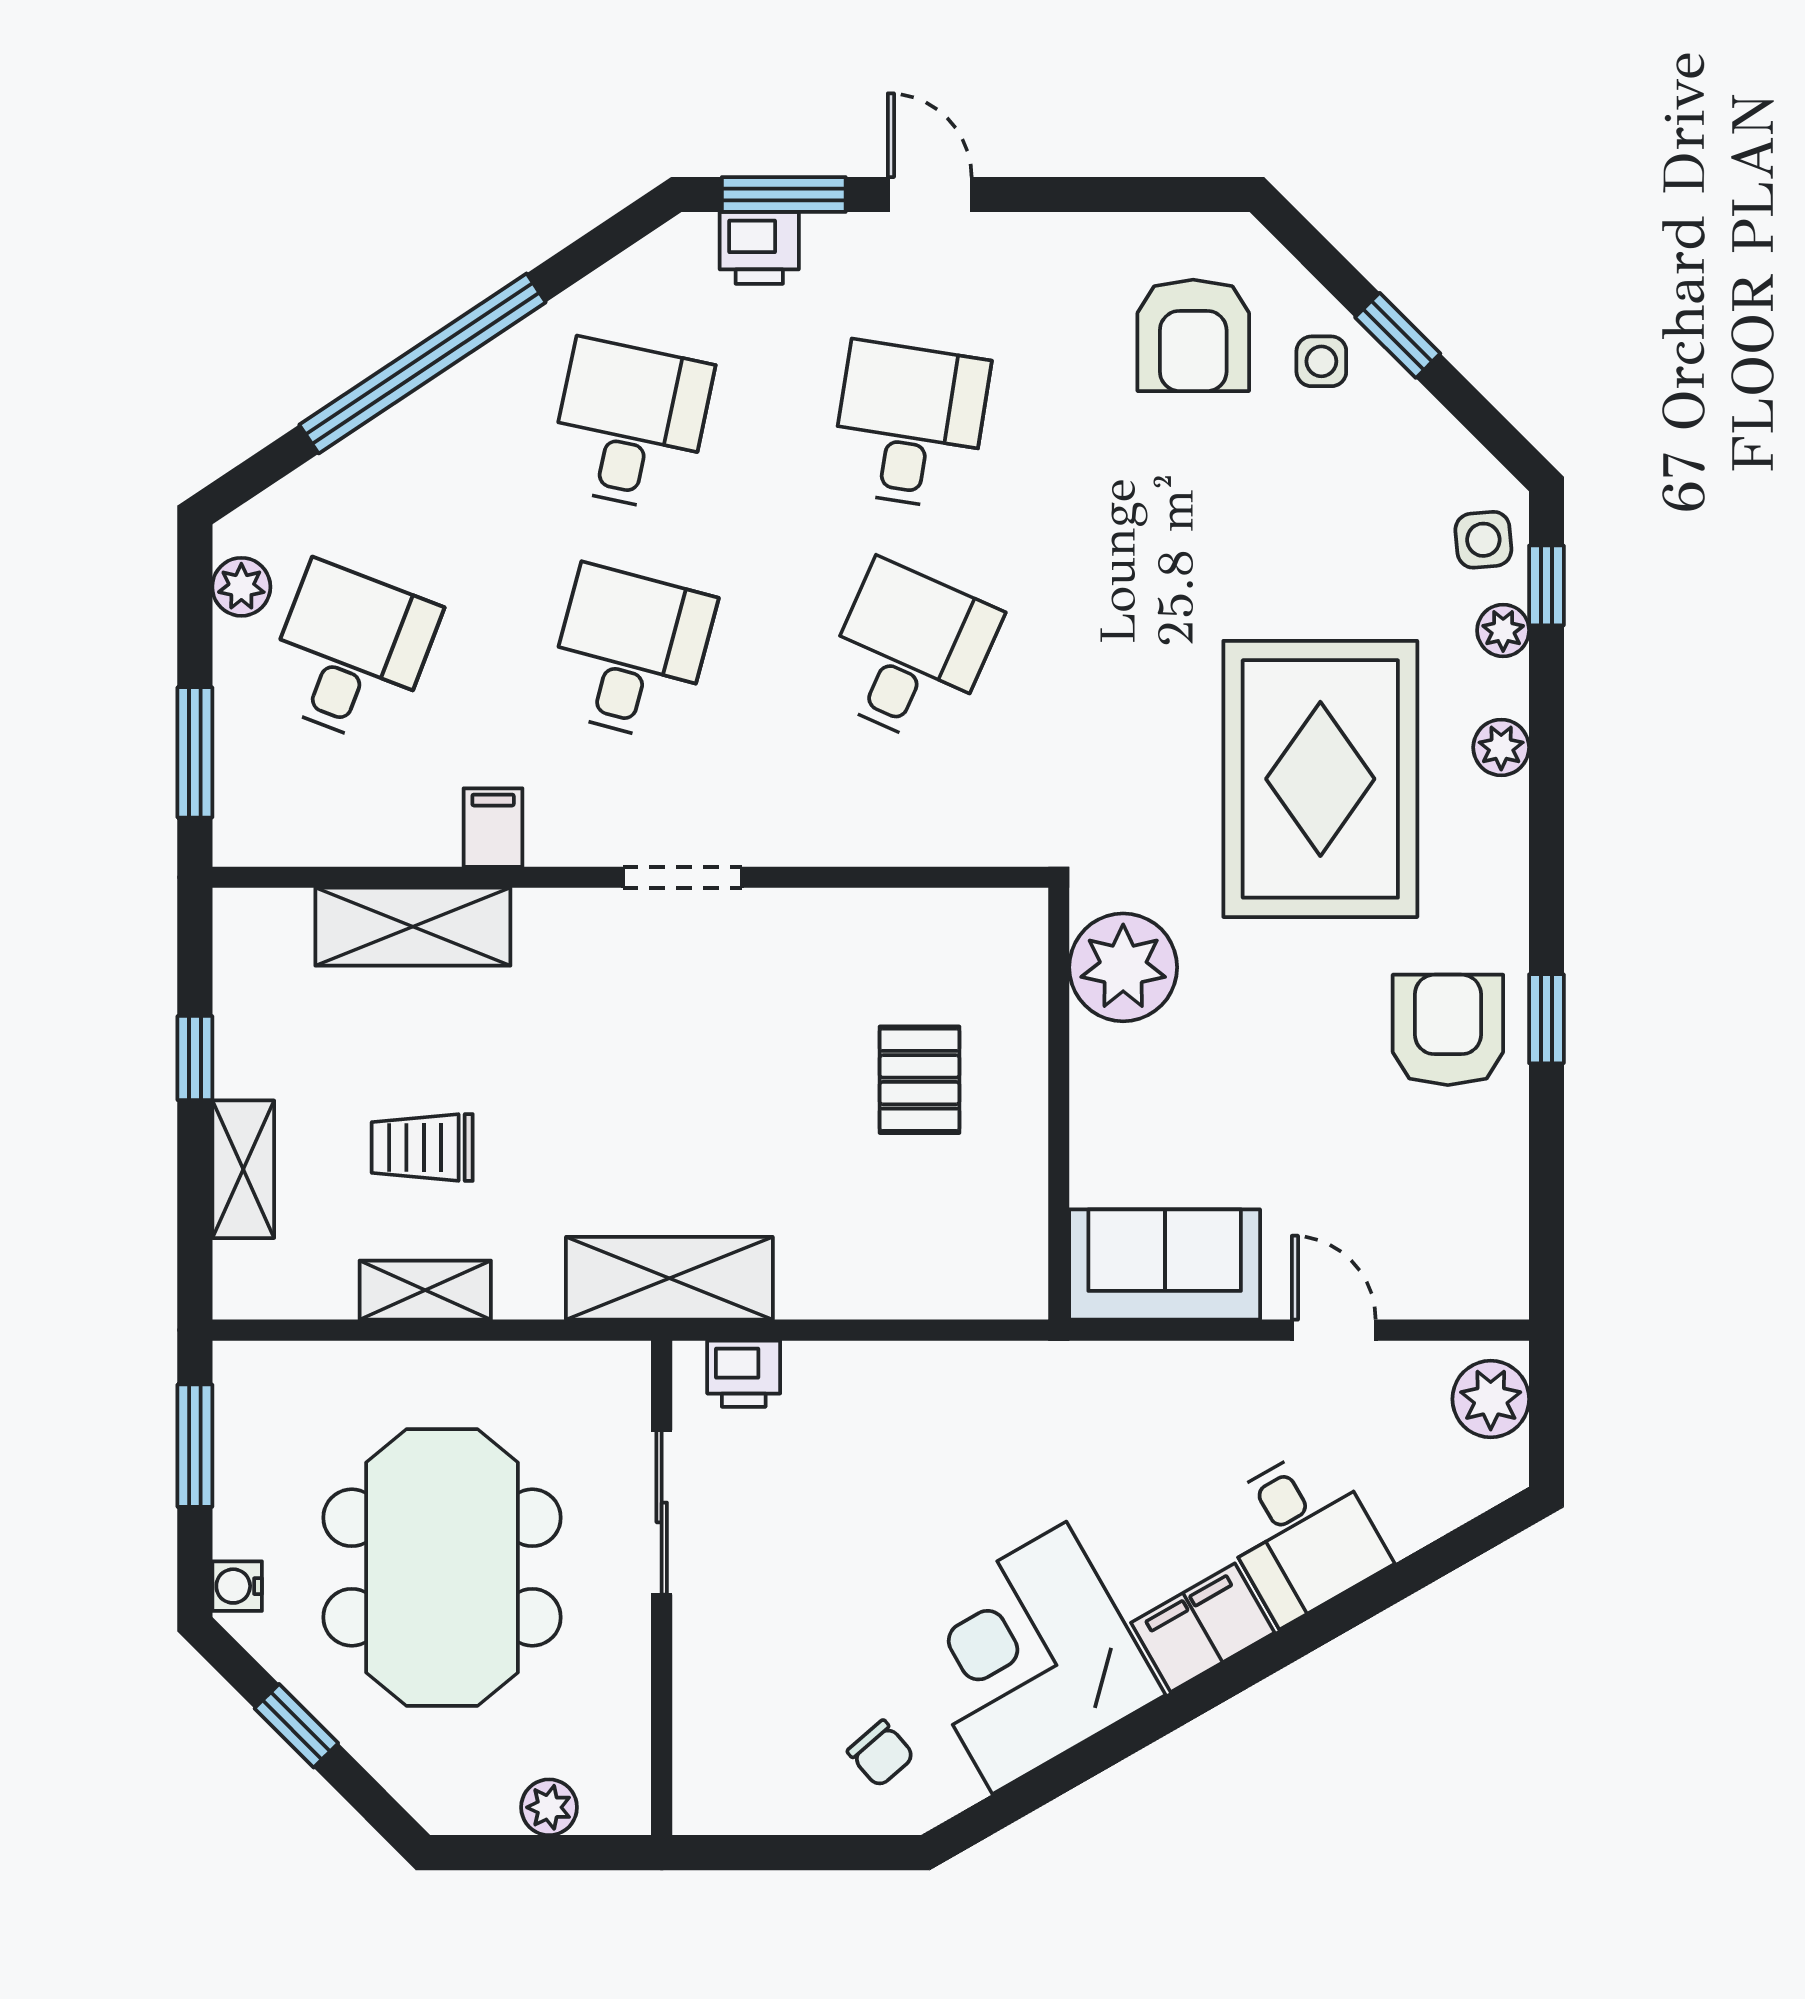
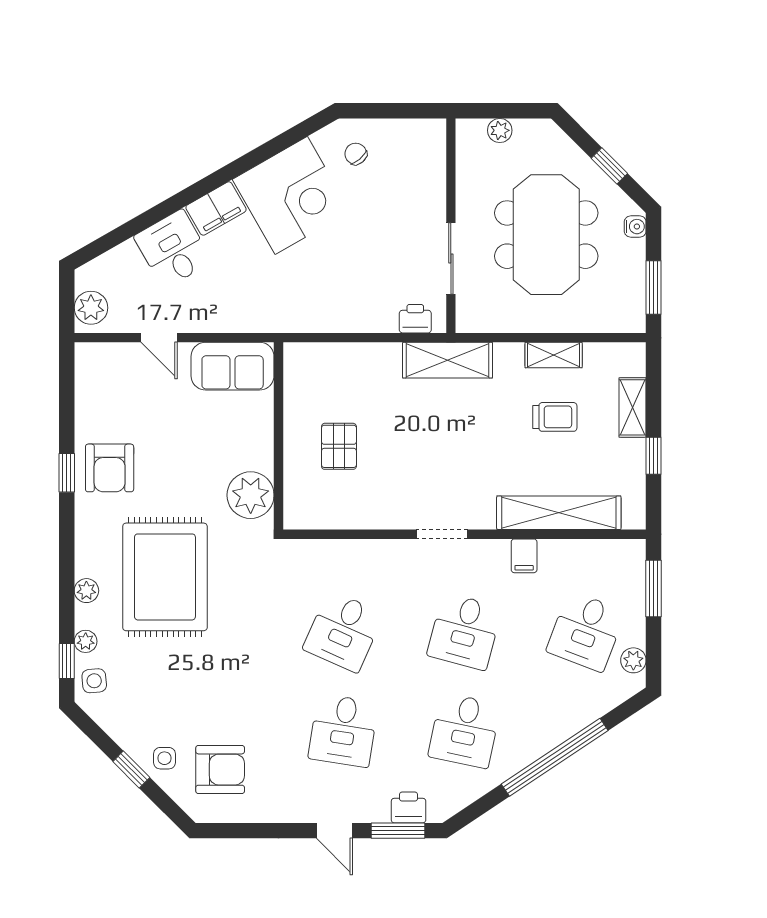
armchair: (1193, 335) -> (220, 770), turned 90
shelving: (413, 927) -> (559, 513), width x1.47

